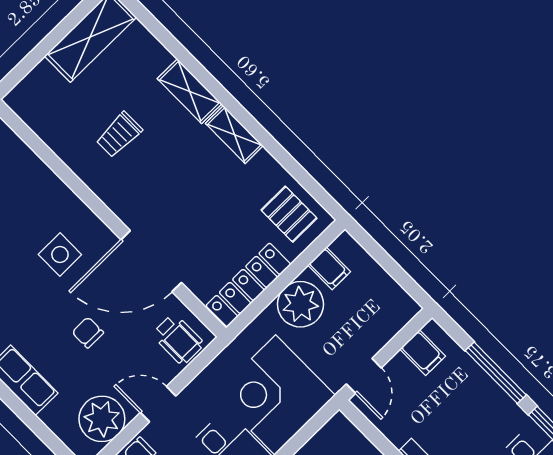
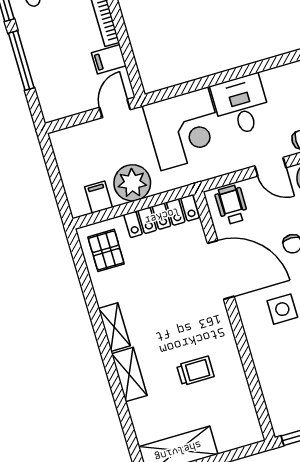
filing cabinet: (423, 353) -> (109, 59), moved, turned -90

